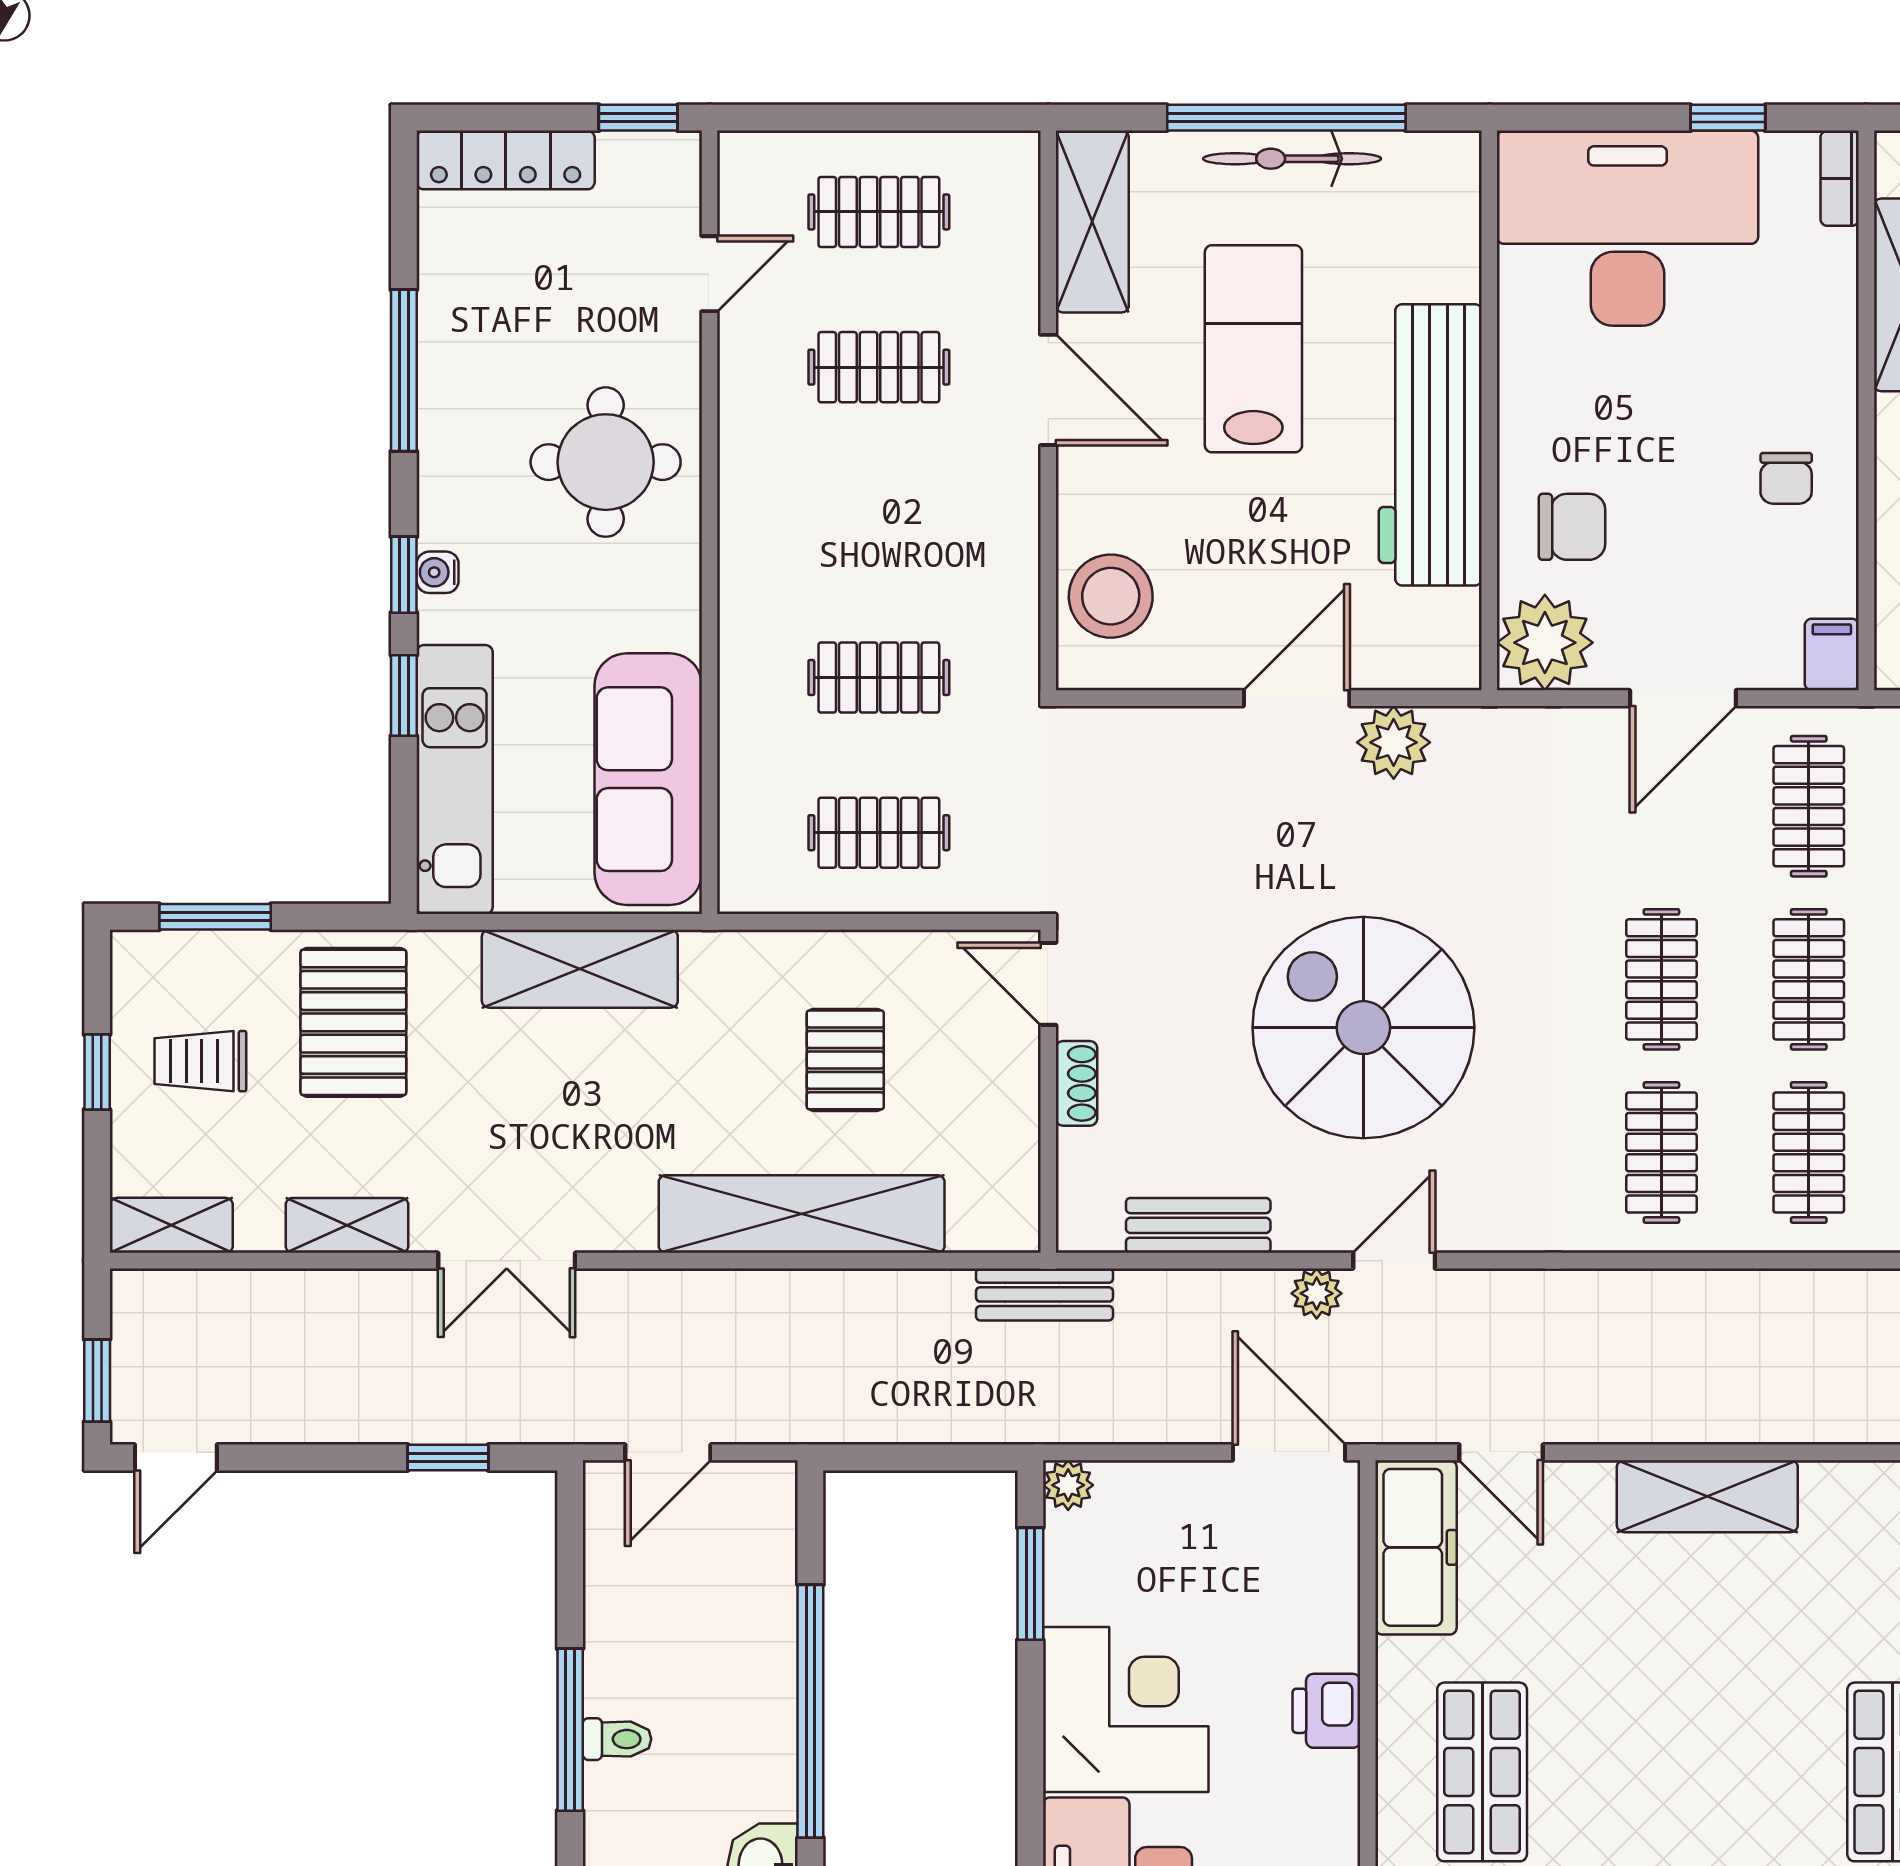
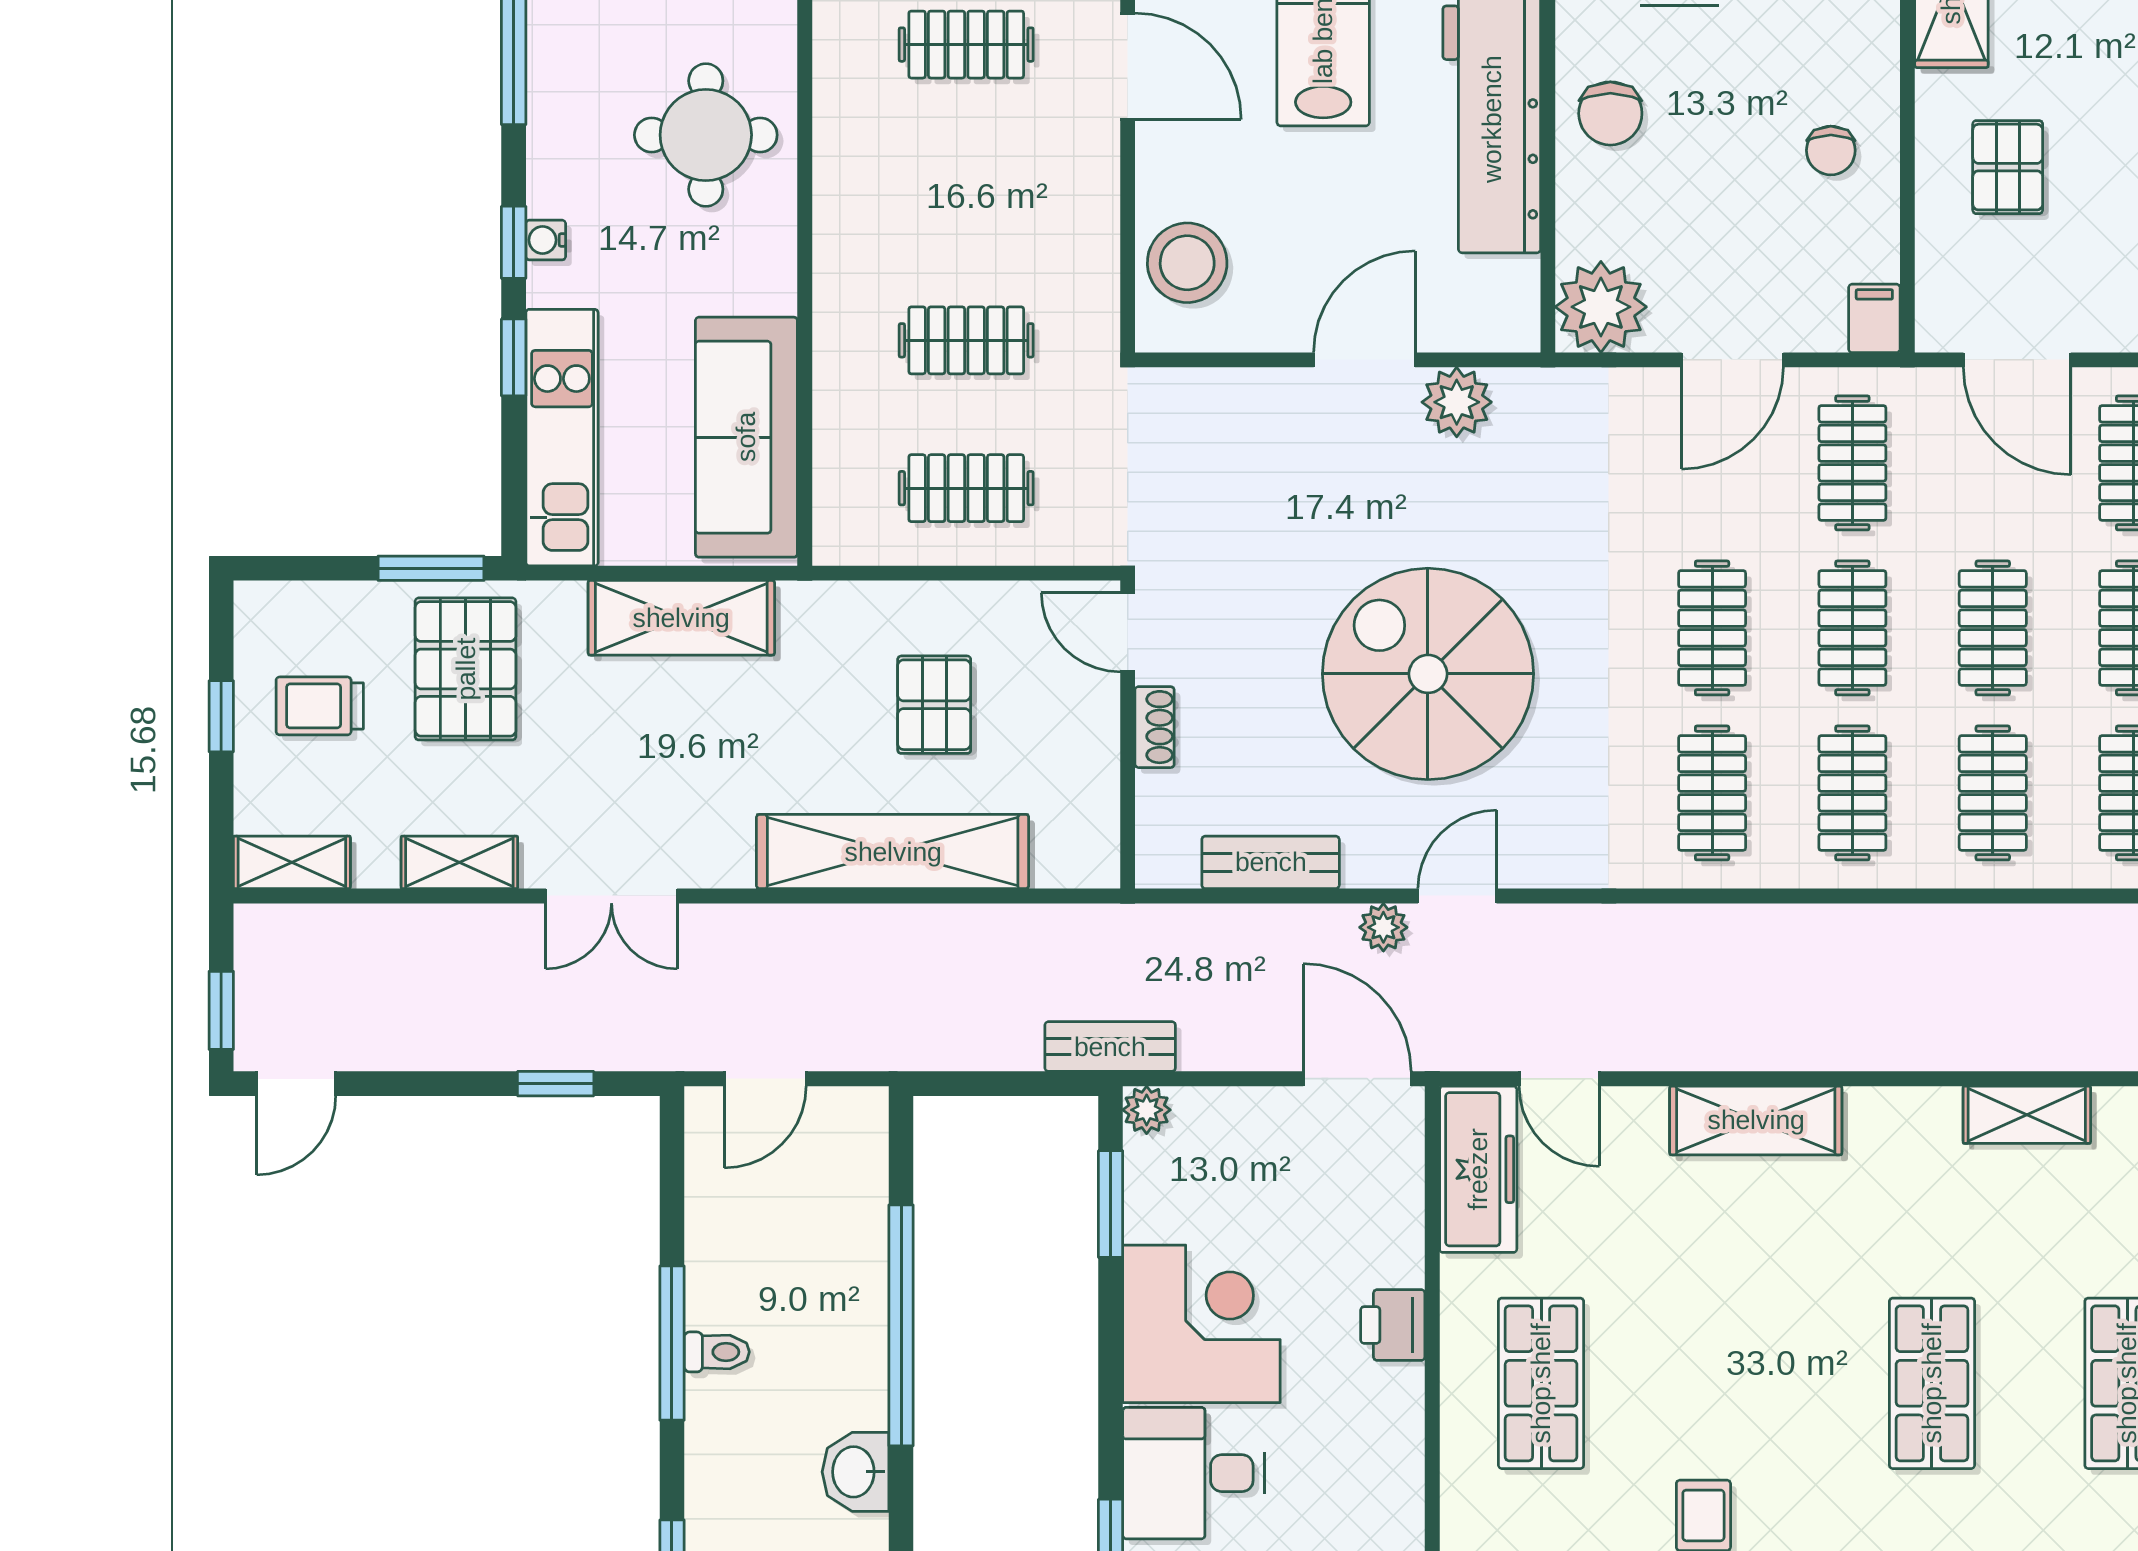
chair: (1572, 527) -> (1610, 113), moved, turned 90
window: (215, 917) -> (431, 568), moved
bench: (1045, 1294) -> (1110, 1047), moved

